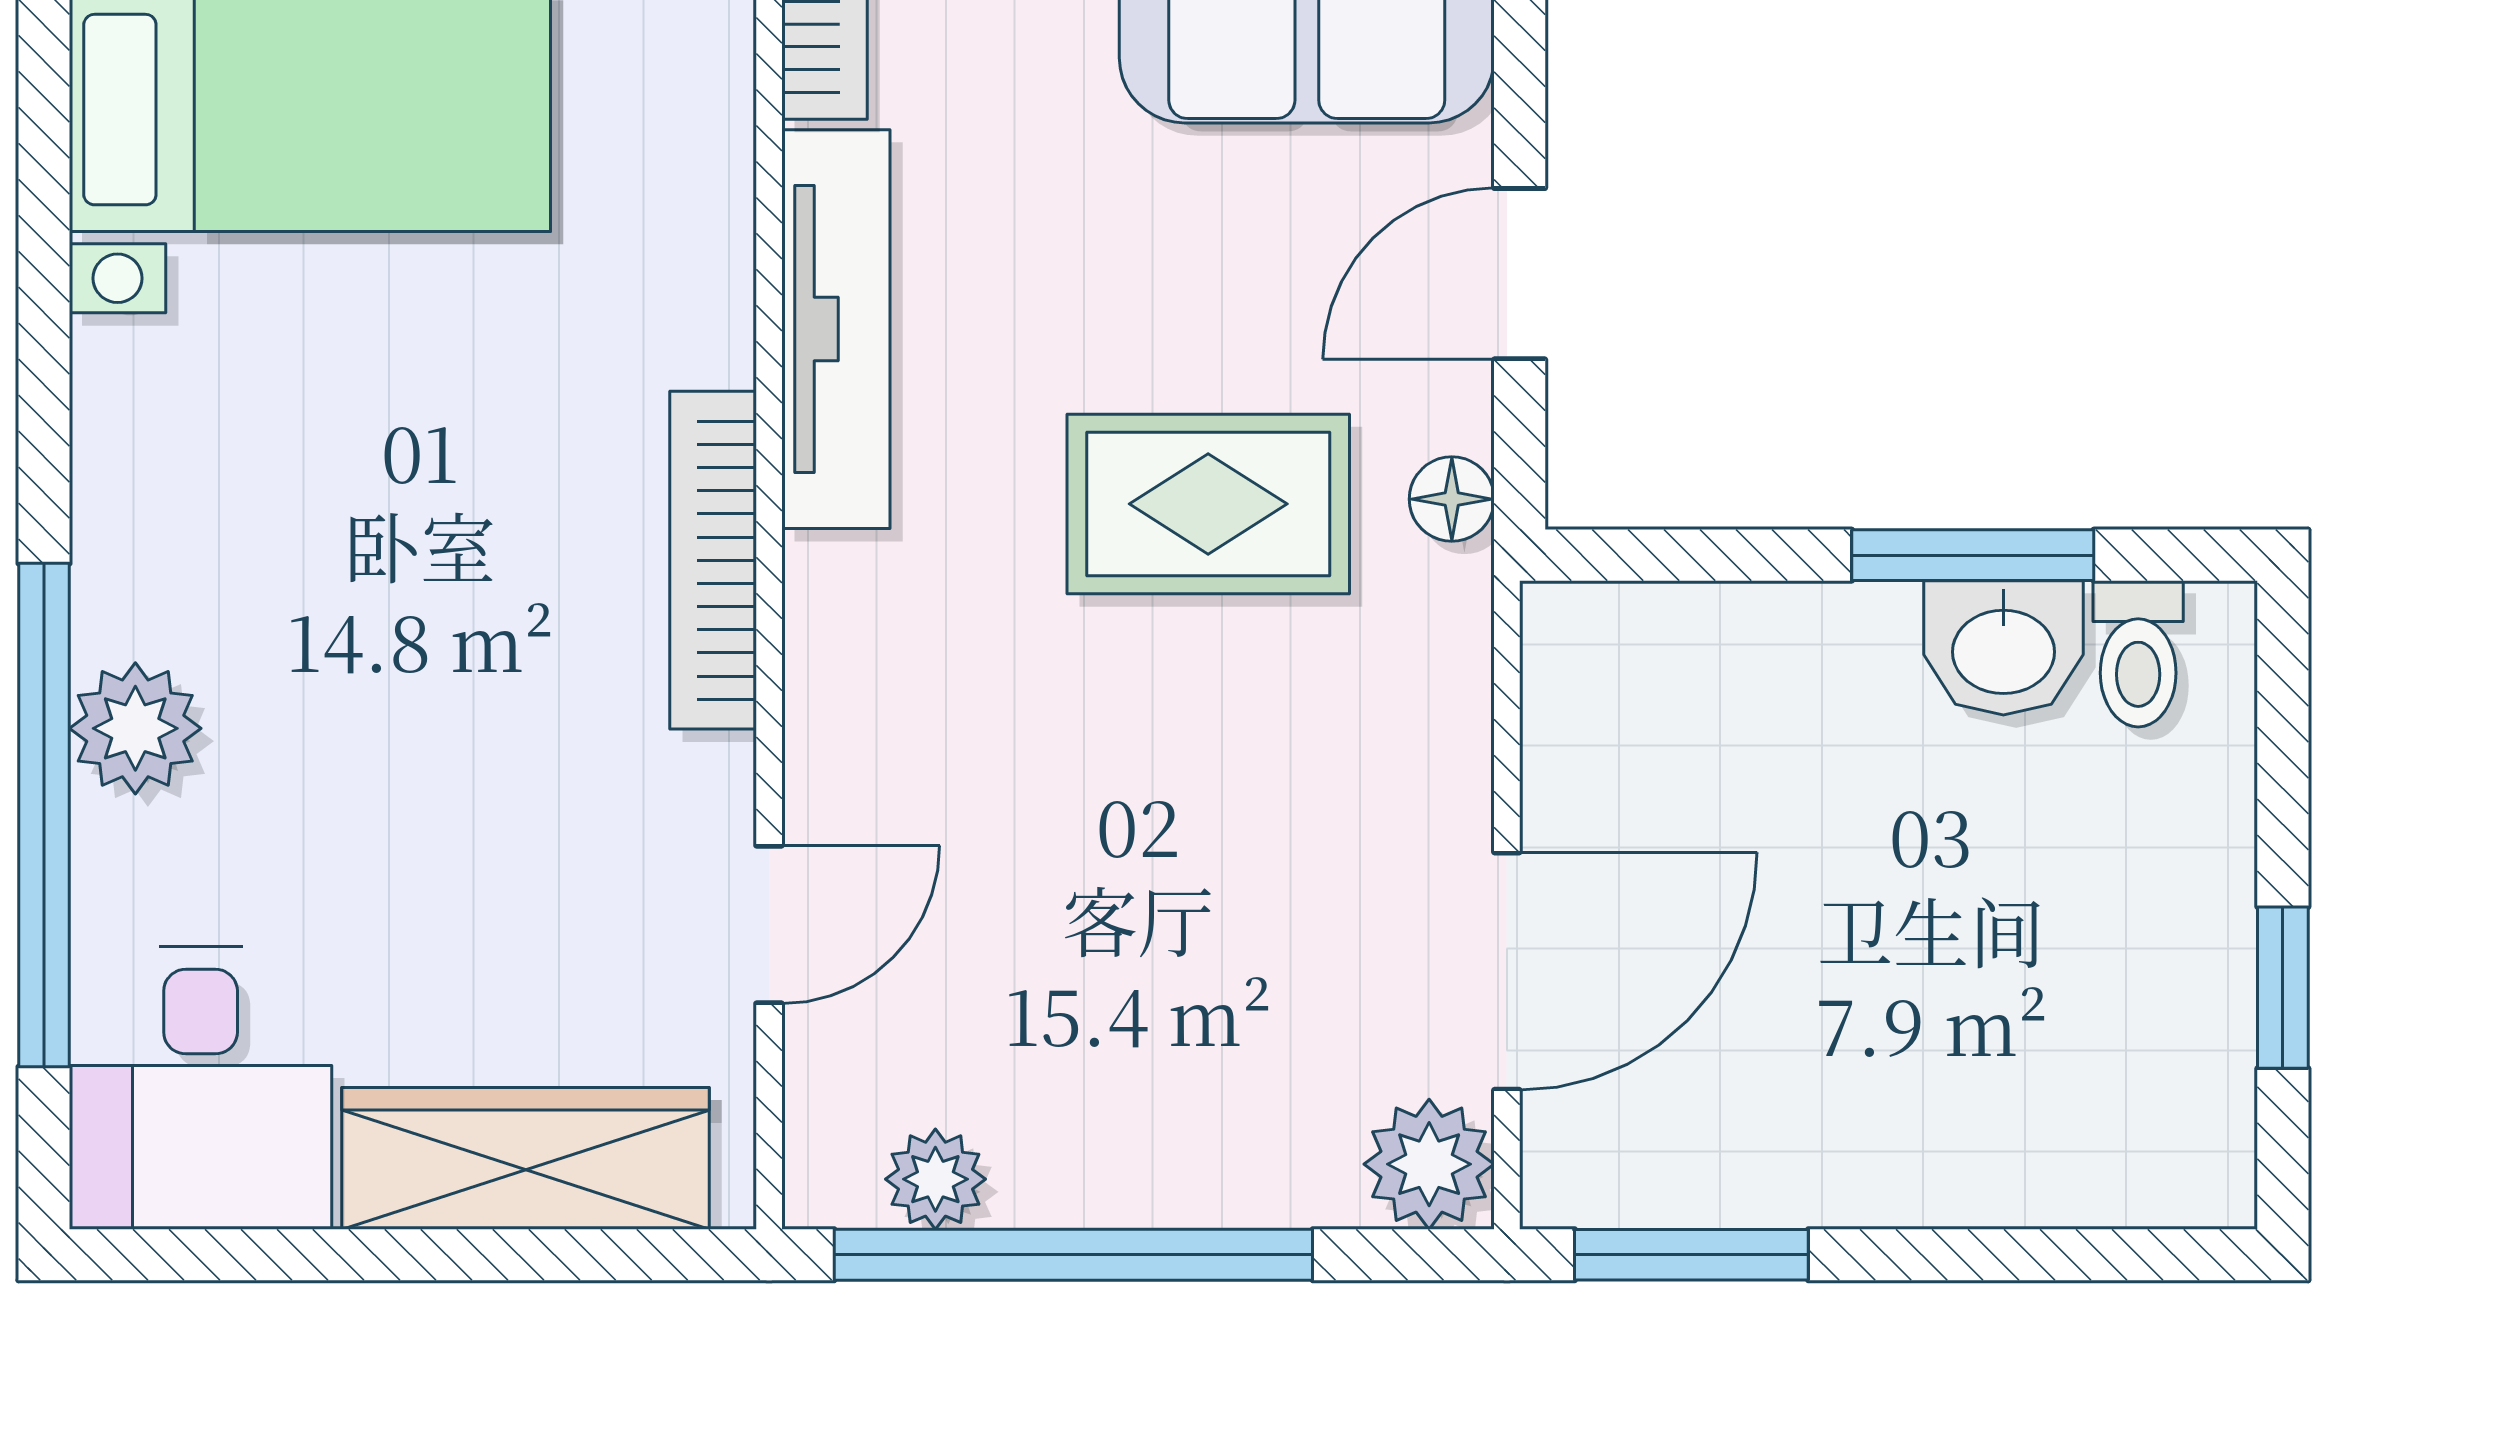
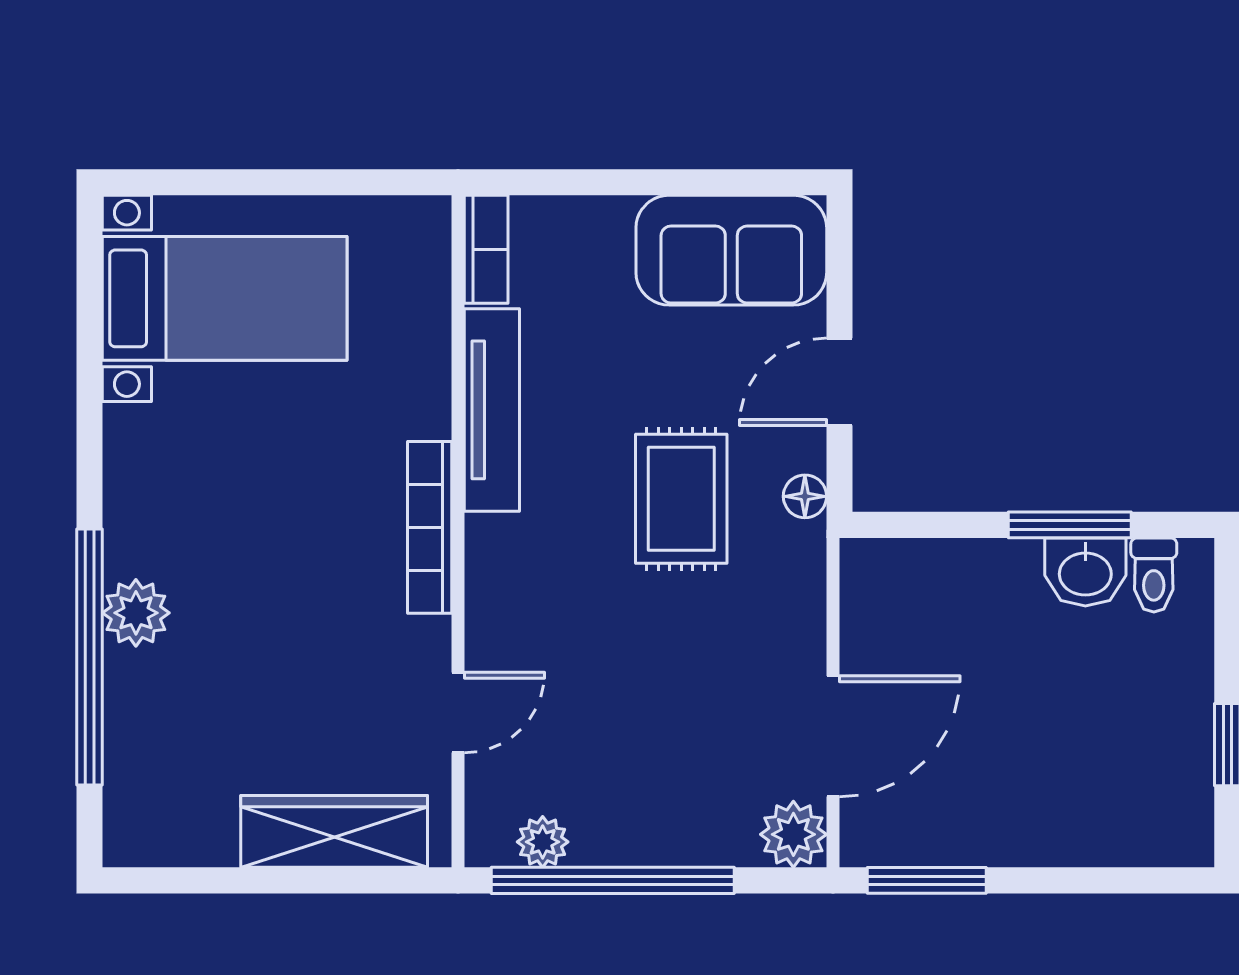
rug: (1208, 504) -> (681, 499), turned 90
desk: (201, 1088) -> (169, 796), removed

